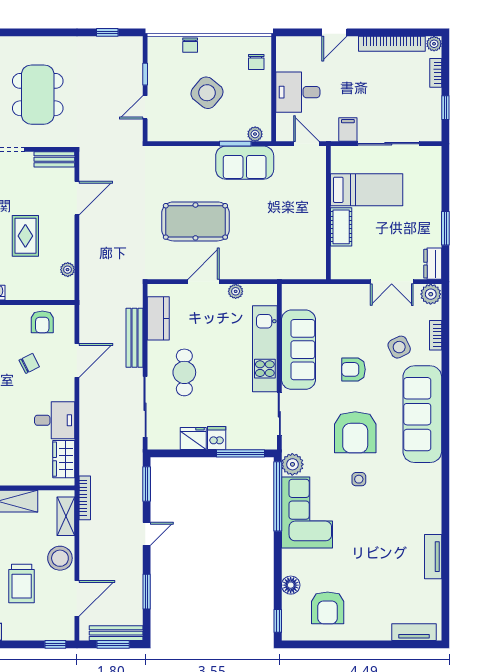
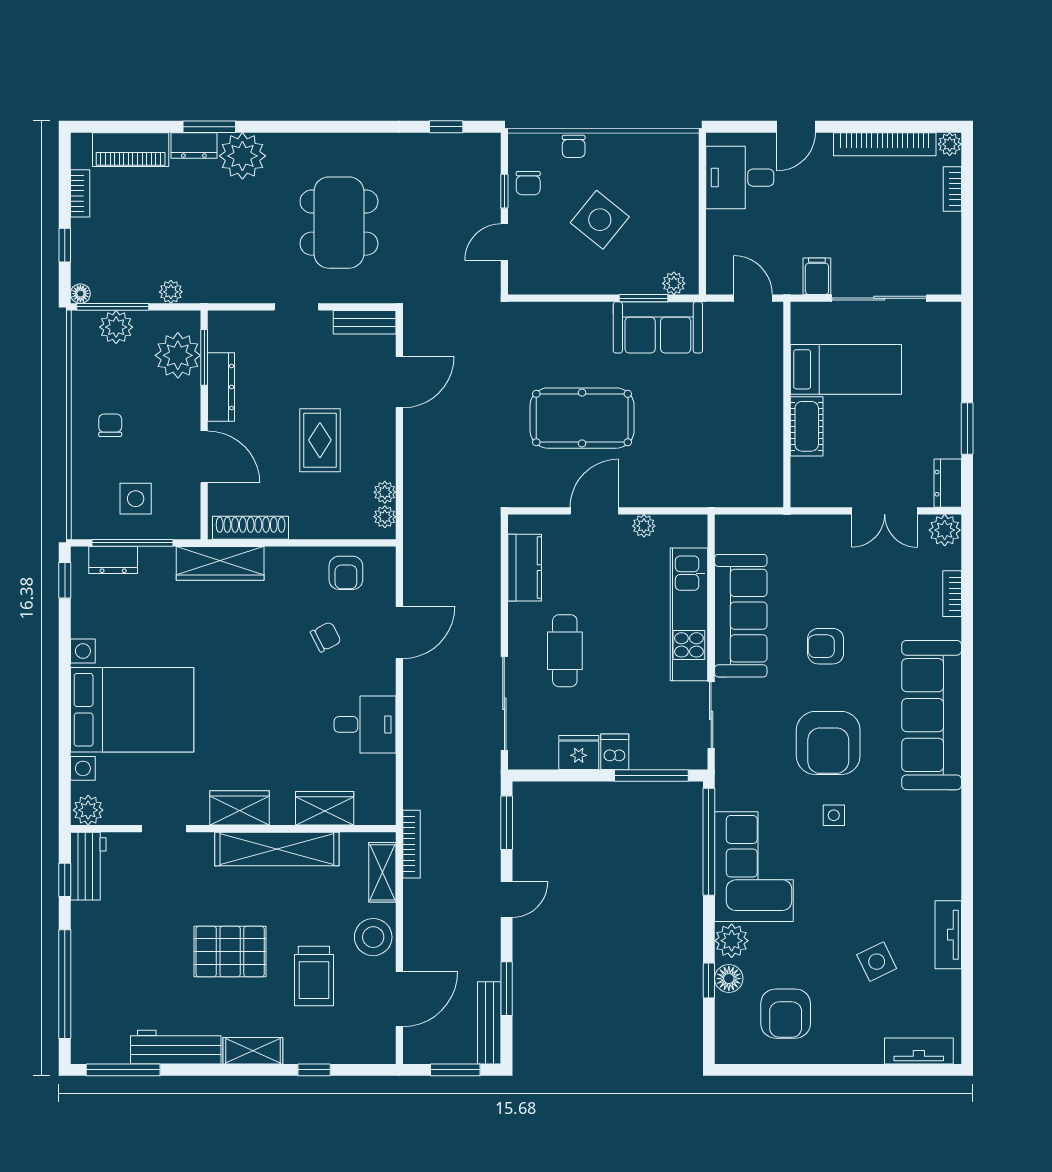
chair: (256, 62) -> (528, 183), moved
desk: (298, 92) -> (740, 178), moved
window: (445, 108) -> (967, 243), removed
plant: (68, 285) -> (385, 517), added
bench: (134, 338) -> (488, 597), removed
side table: (399, 347) -> (877, 962), moved
wardrobe: (64, 459) -> (325, 808), moved, turned 90
plant: (292, 464) -> (732, 941), moved
window: (278, 621) -> (709, 981), moved
bench: (116, 633) -> (489, 1023), moved, turned 90
window: (55, 644) -> (314, 1070), moved

